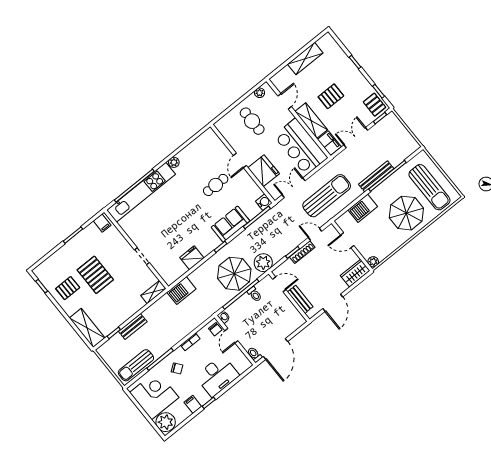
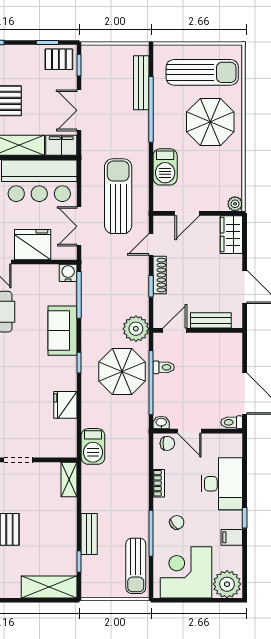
bench: (376, 176) -> (141, 83), moved

